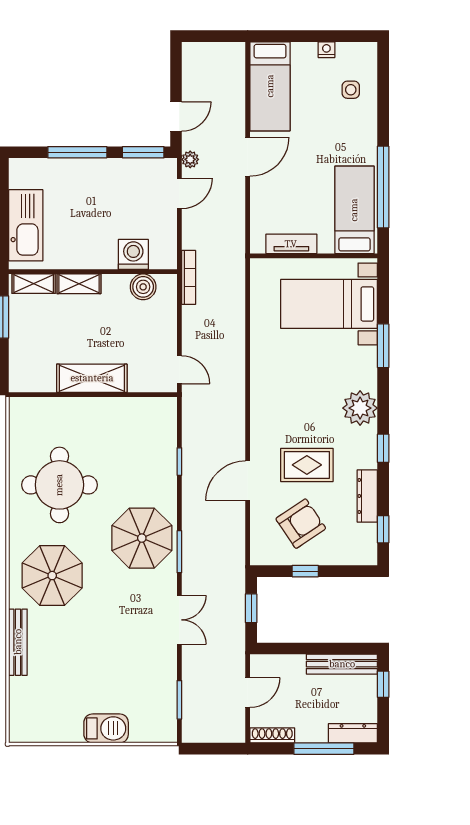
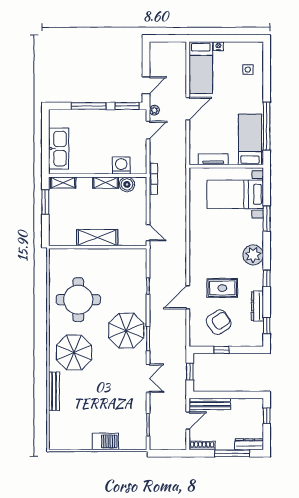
nightstand: (326, 50) -> (218, 46), moved
shelving: (79, 284) -> (106, 183), moved
bench: (342, 664) -> (210, 404), moved

